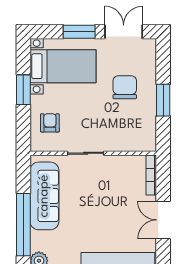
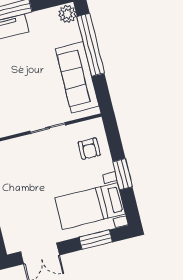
window: (79, 32) -> (96, 240), moved
chair: (125, 87) -> (26, 200), removed

